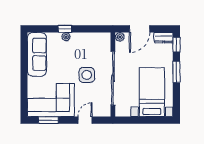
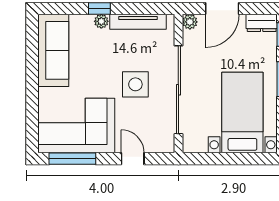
tv unit: (88, 37) -> (138, 22), added
window: (48, 120) -> (72, 159), width x1.44
door: (85, 120) -> (133, 159), hinge flipped

